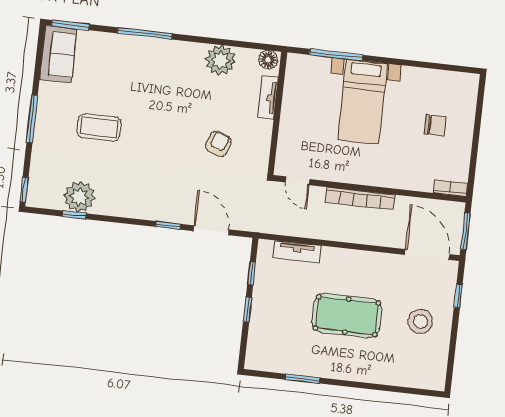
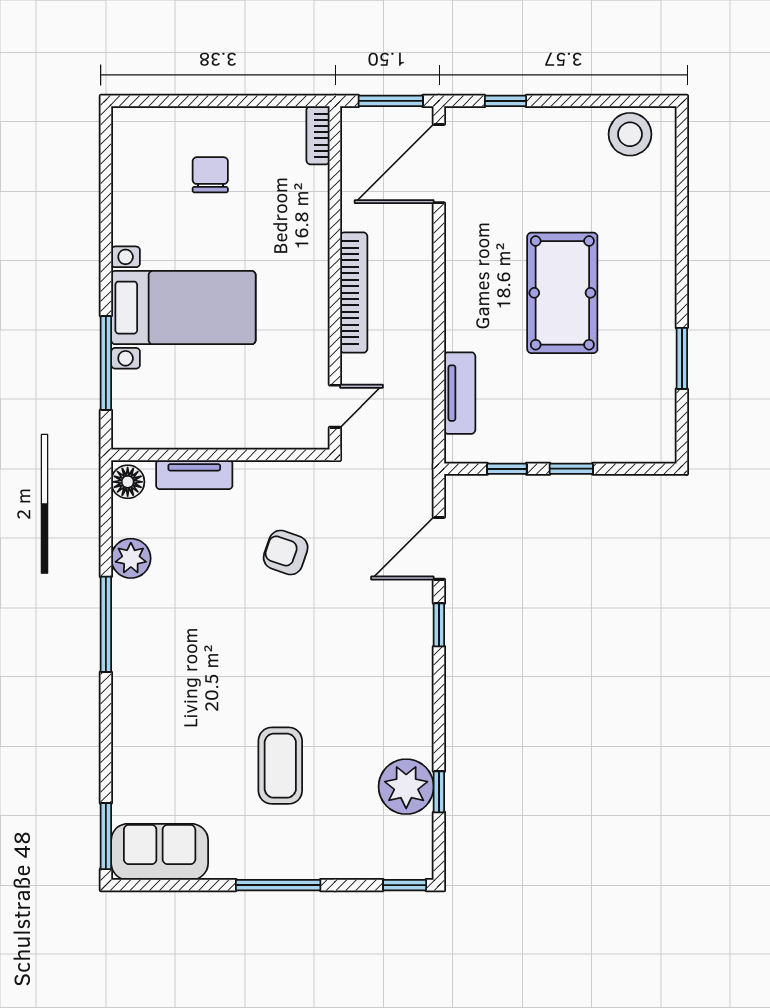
window: (145, 33) -> (106, 624), moved
plant: (220, 60) -> (131, 558), width x0.73, depth x0.73
stool: (420, 321) -> (630, 134), moved

